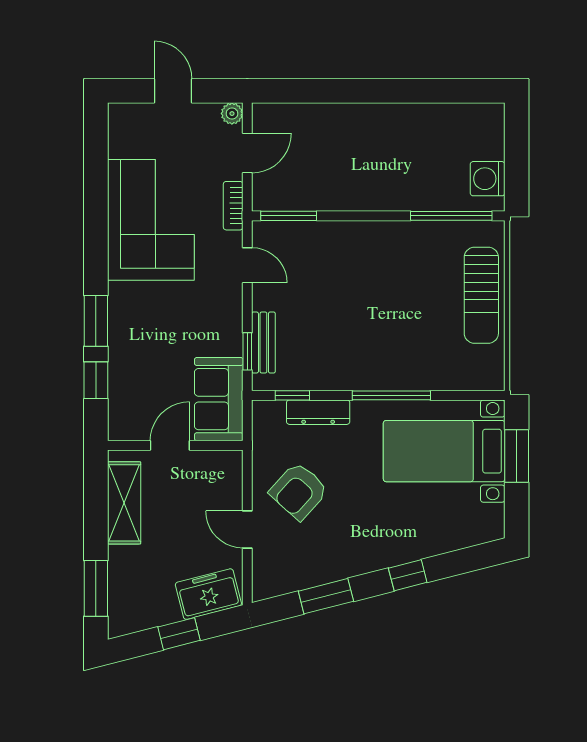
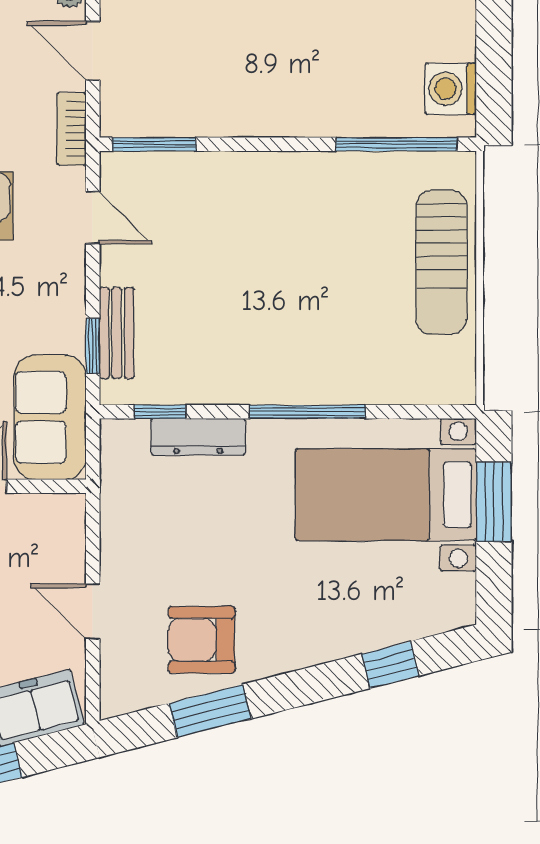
door: (247, 153) -> (93, 51), swing flipped
armchair: (299, 491) -> (202, 640), moved, turned 48
window: (408, 575) -> (390, 665), moved

